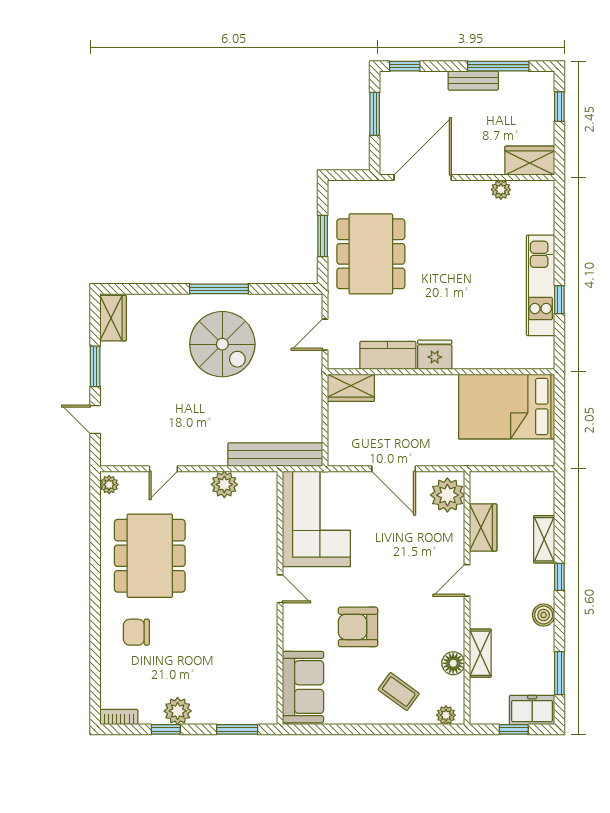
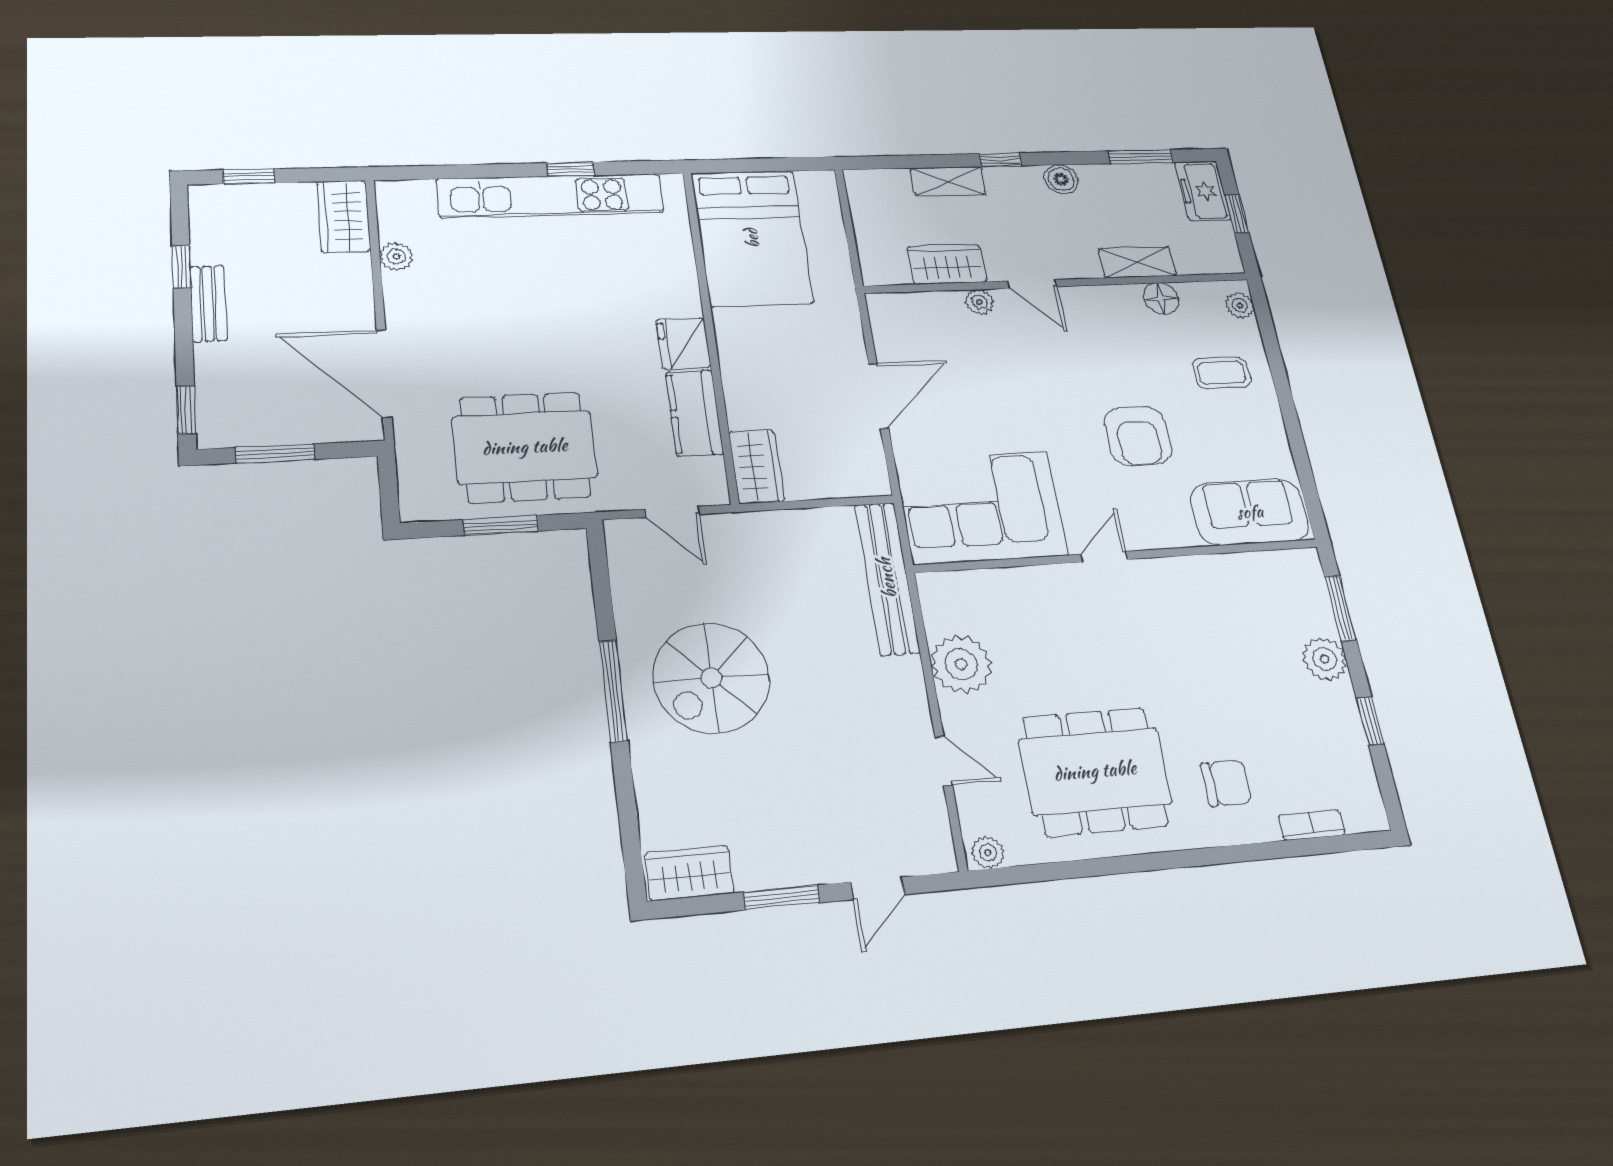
window: (498, 66) -> (181, 267), width x0.46
kitchen unit: (541, 285) -> (551, 196), width x1.36
spiral stairs: (222, 344) -> (711, 678), turned 180
plant: (224, 484) -> (961, 664), width x1.36, depth x1.36
plant: (447, 495) -> (979, 302), moved, width x0.53, depth x0.53
chair: (136, 632) -> (1226, 783), turned -90
coffee table: (399, 692) -> (1222, 373), turned 54
plant: (178, 711) -> (1324, 659), moved
bookcase: (119, 717) -> (1312, 825), moved, turned 90

